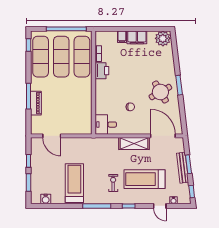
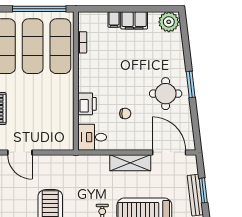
printer: (102, 71) -> (87, 104), moved
round table: (160, 92) -> (166, 94), turned 30

